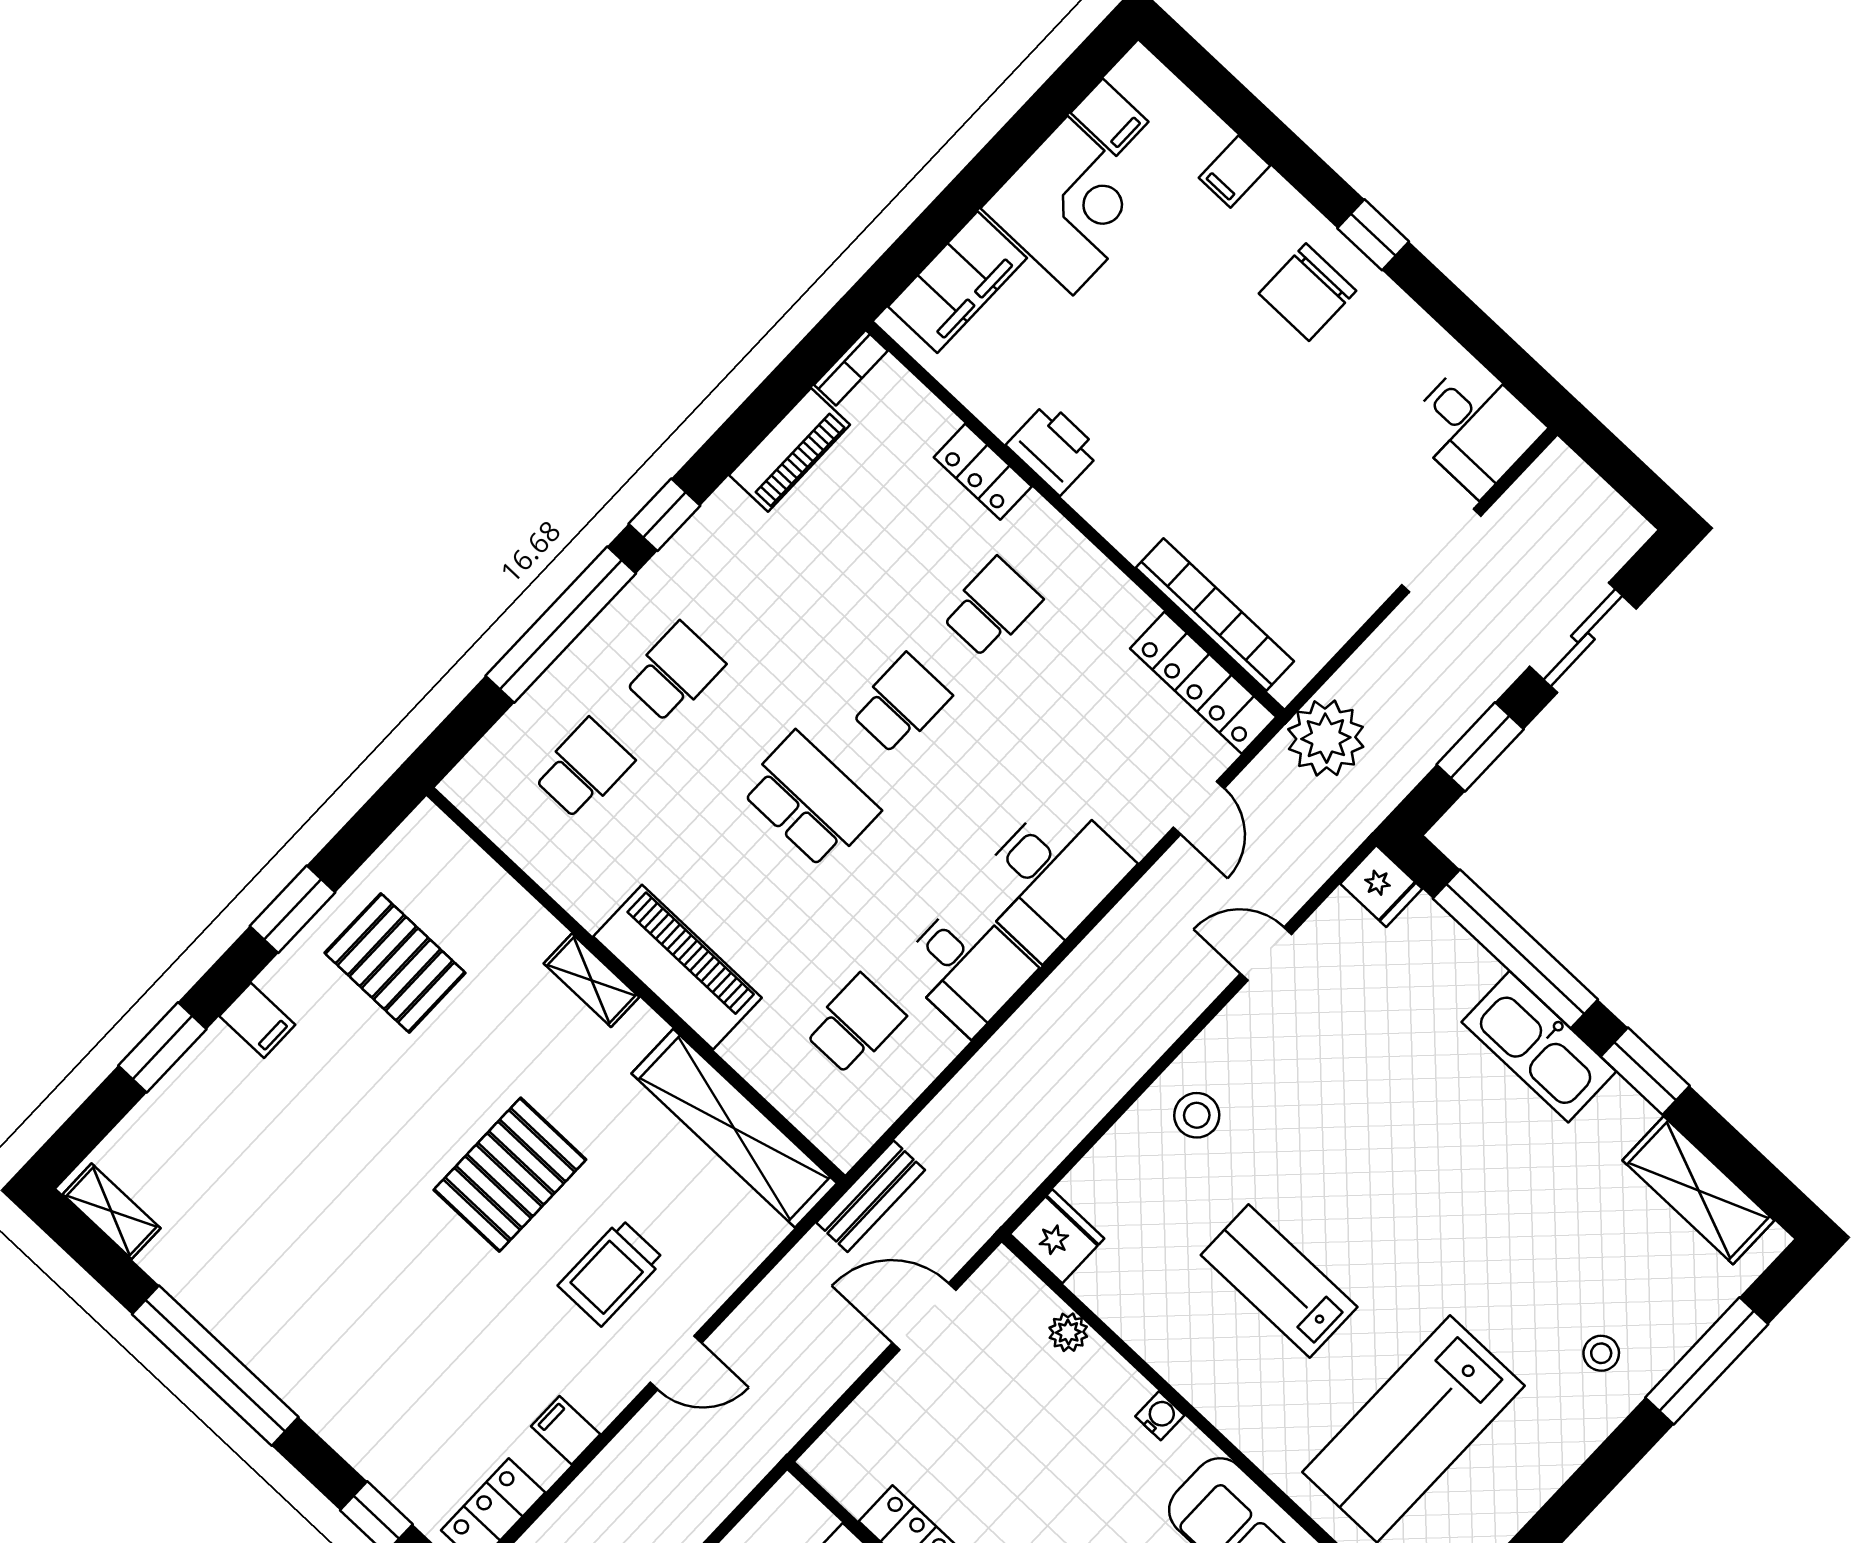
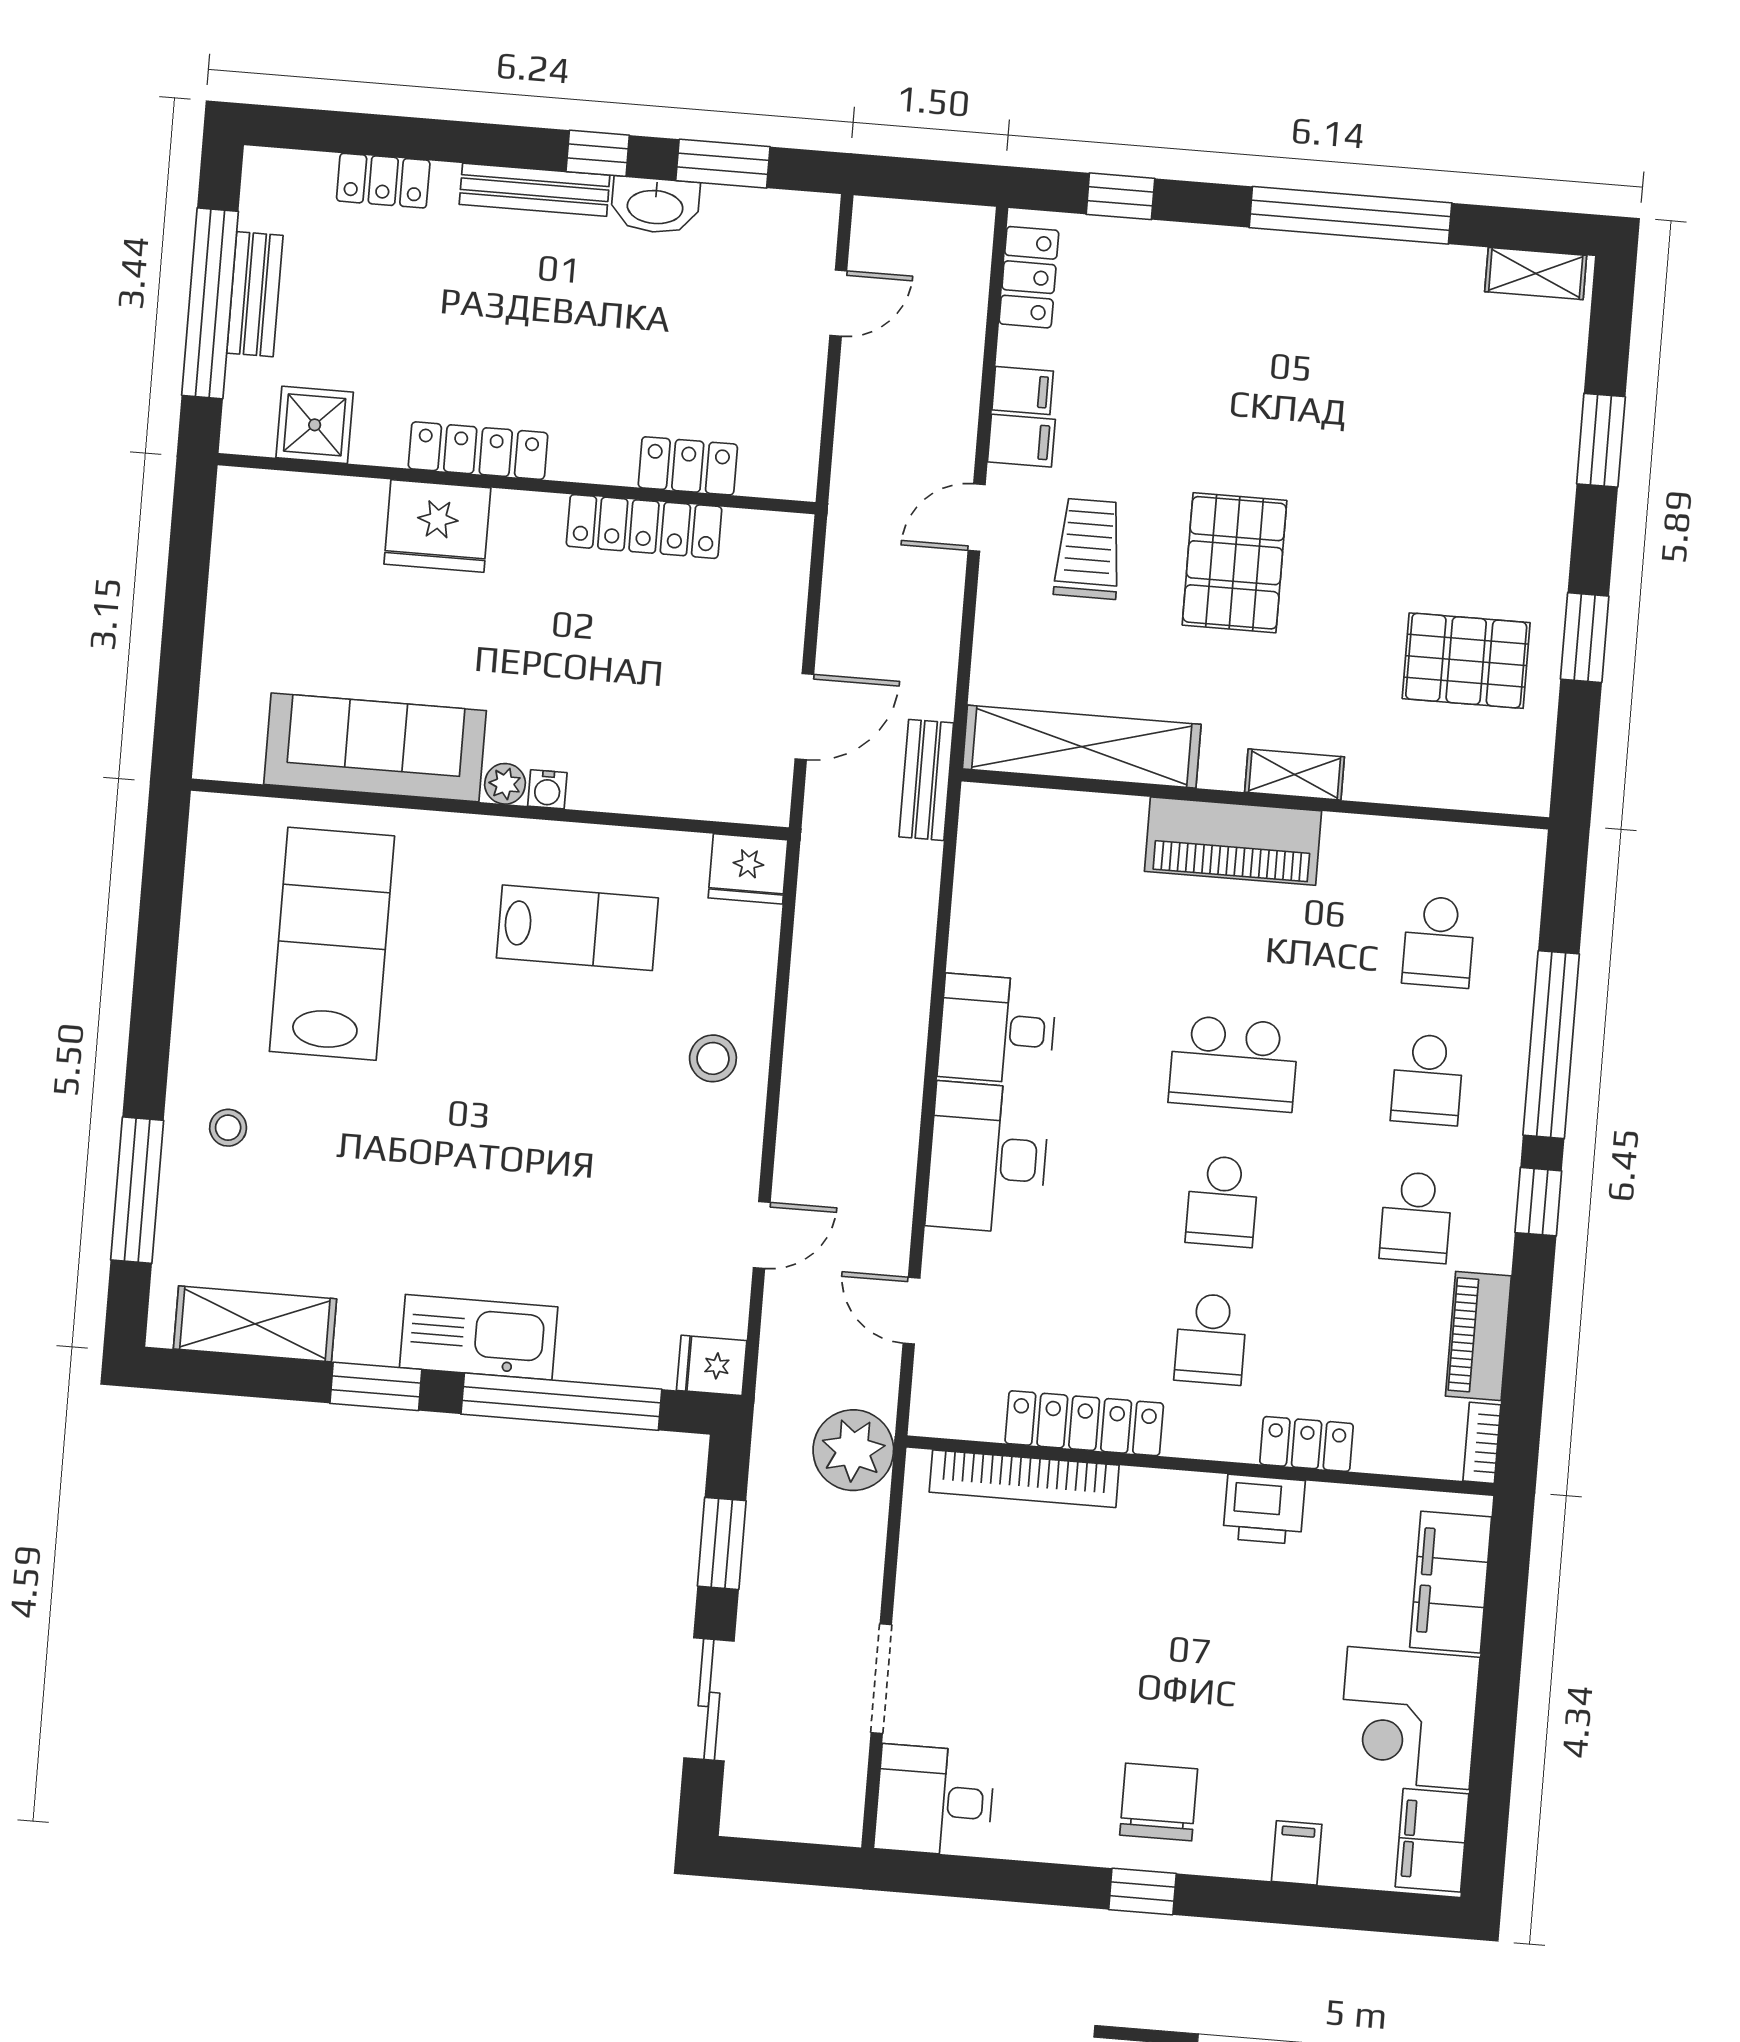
filing cabinet: (1110, 117) -> (1432, 1840), width x2.00
locker: (1203, 683) -> (1084, 1423), moved
filing cabinet: (257, 1020) -> (1021, 441), moved, turned 180
school desk: (855, 1024) -> (1416, 1217), moved
lab bench: (1279, 1281) -> (577, 928), moved
plant: (1068, 1332) -> (505, 784), moved

